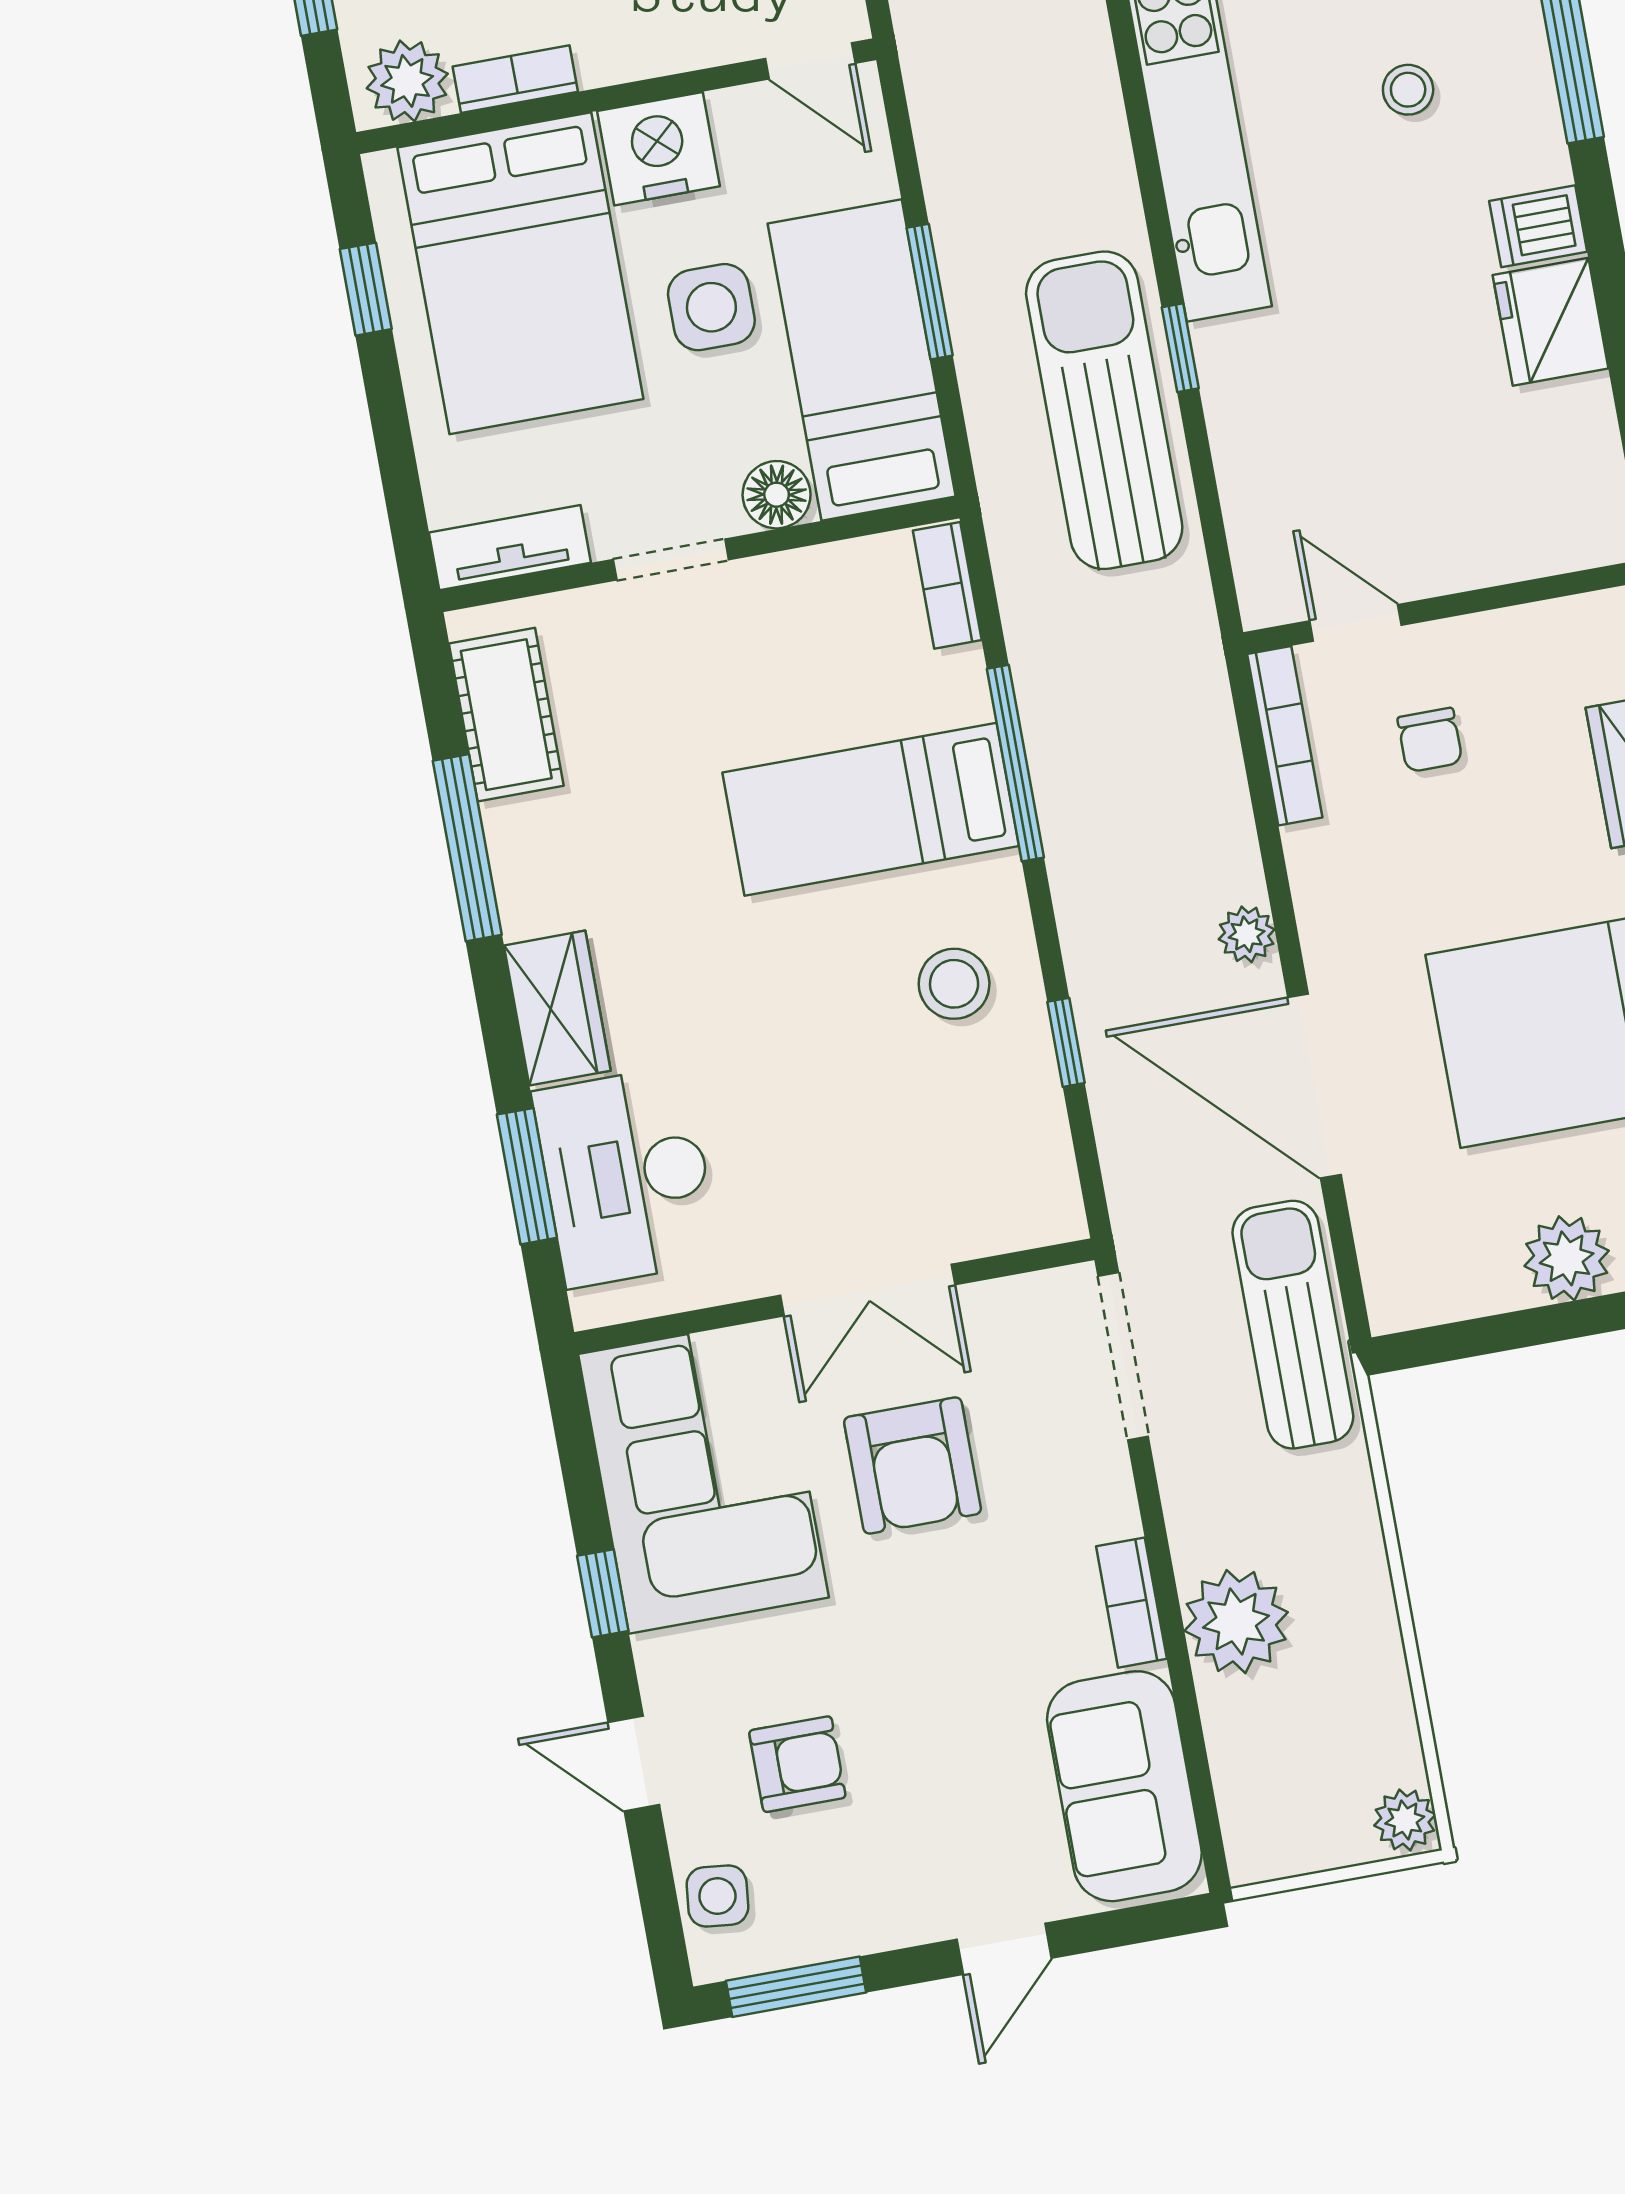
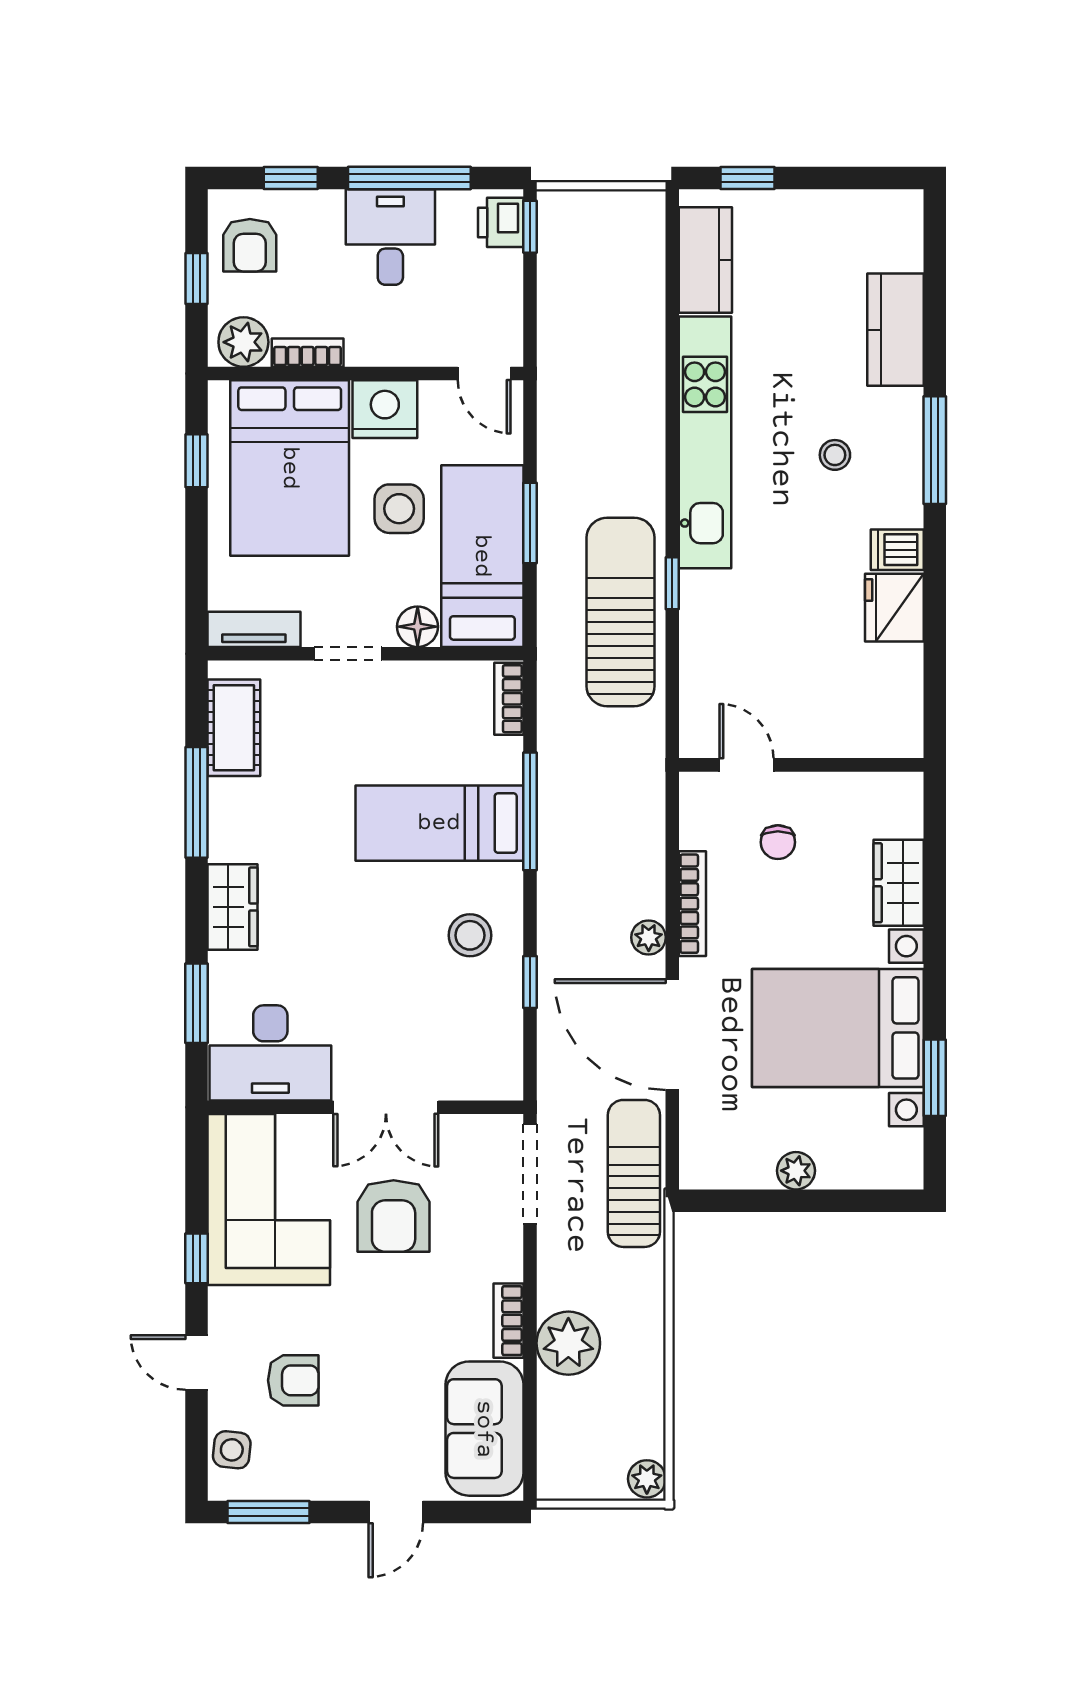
bookcase: (1285, 736) -> (692, 904), moved
desk: (626, 1177) -> (270, 1053), moved, turned -90
plant: (1567, 1258) -> (796, 1171), width x0.73, depth x0.73

